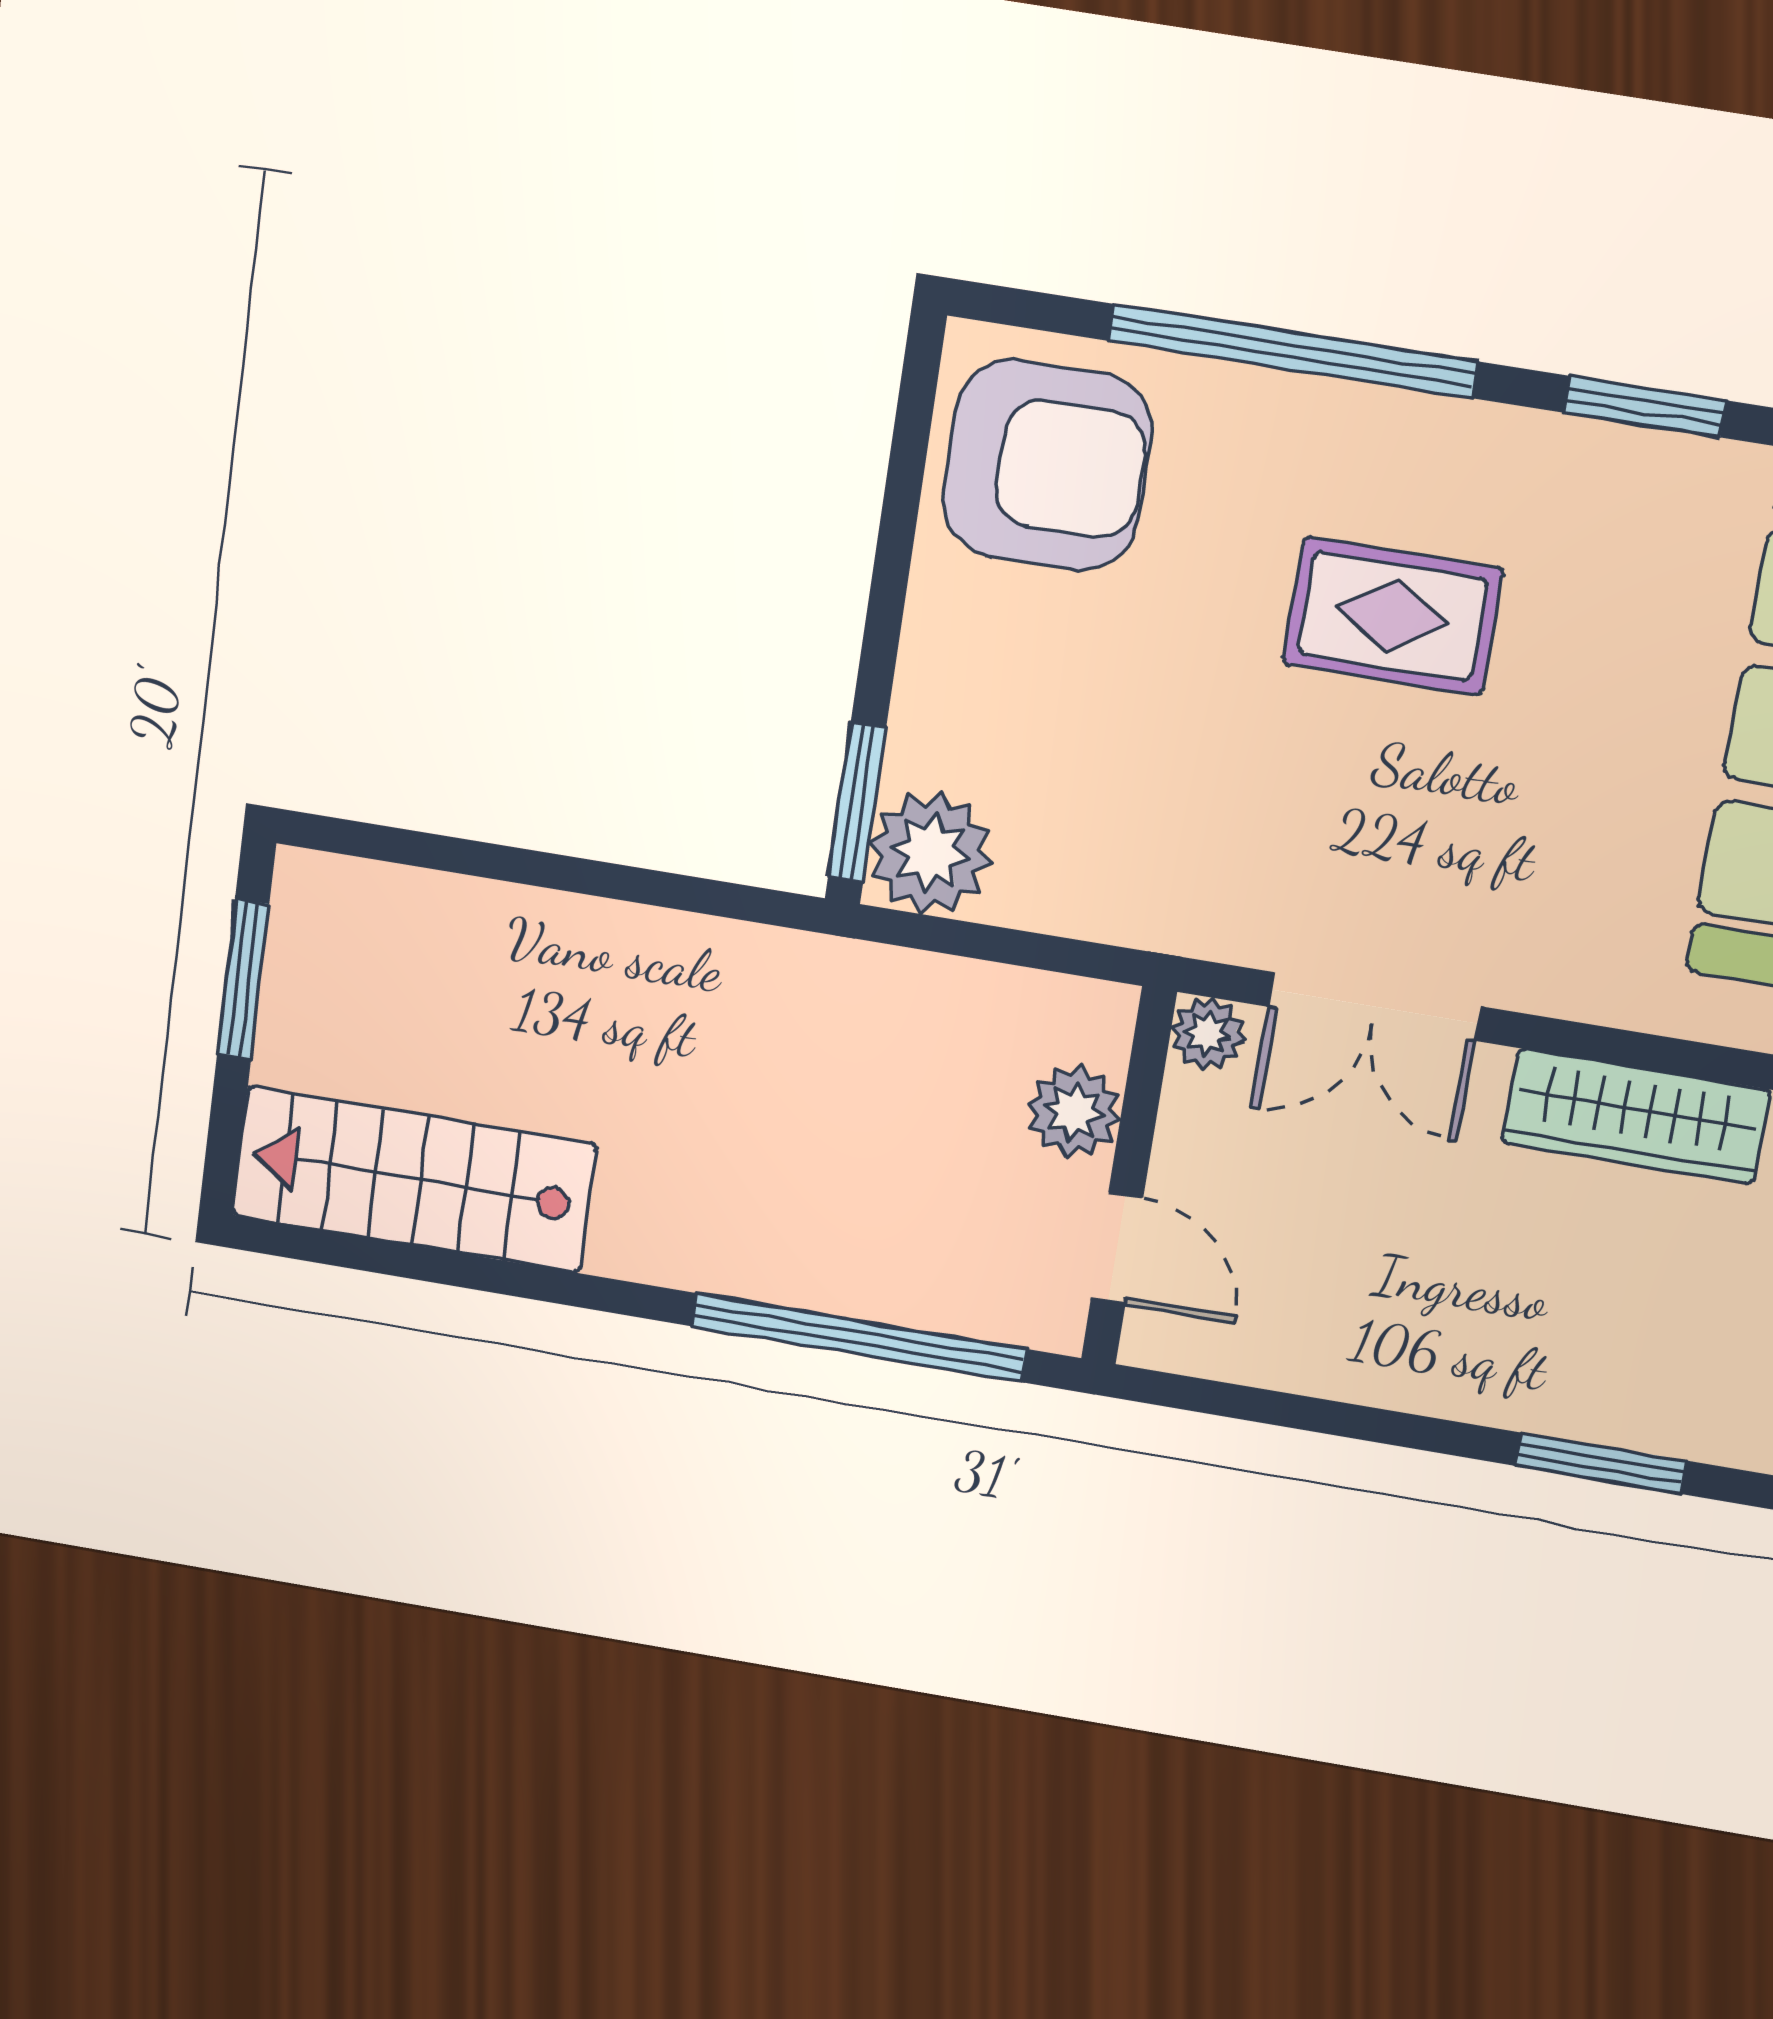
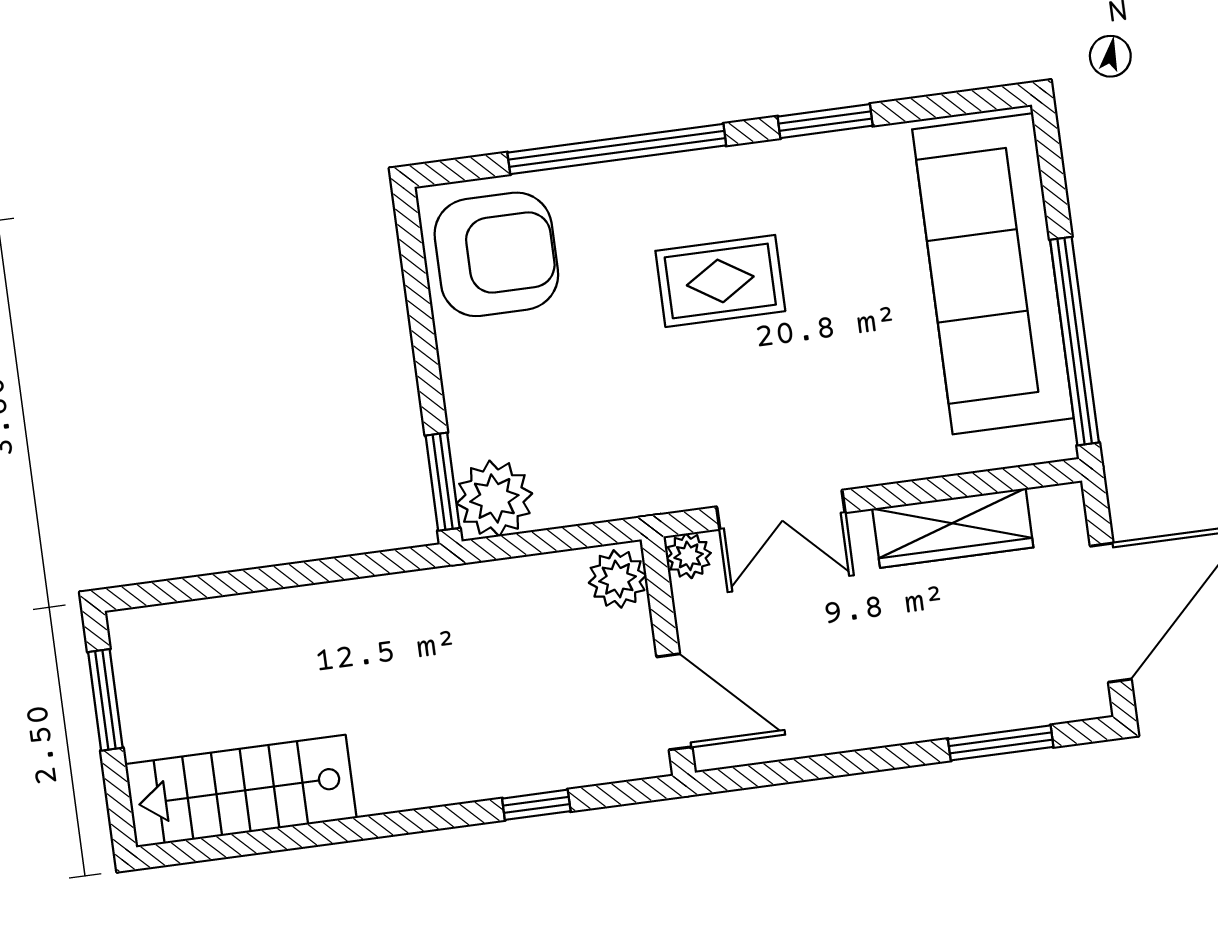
plant: (1074, 1111) -> (618, 579), moved
door: (1117, 1249) -> (674, 702), width x1.38
window: (859, 1338) -> (536, 805), width x0.32

